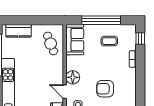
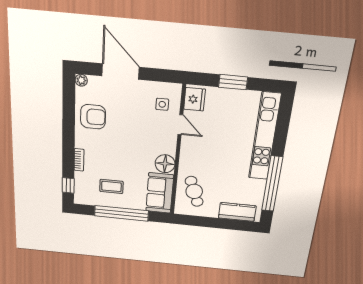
floor lamp: (73, 77) -> (165, 164), moved
armchair: (105, 89) -> (93, 117), moved

